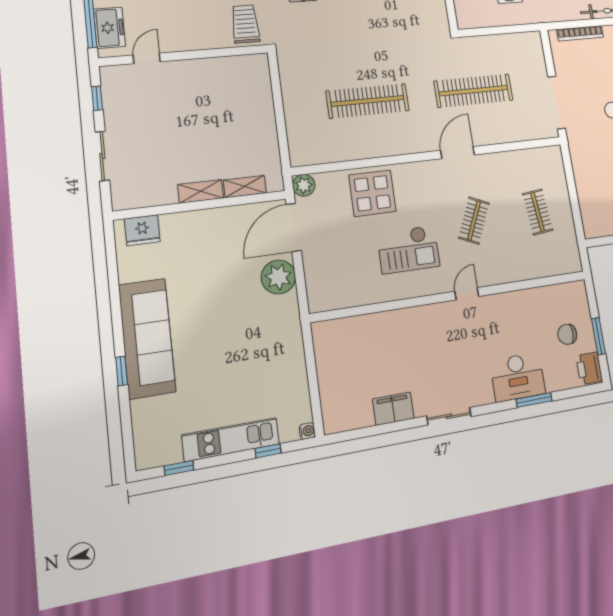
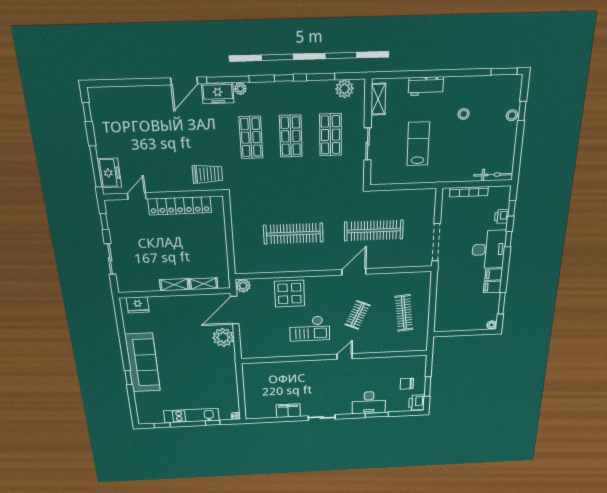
trolley: (245, 24) -> (207, 174), turned 90
locker: (208, 69) -> (180, 206), added
clothes rail: (538, 212) -> (404, 313), width x1.36

